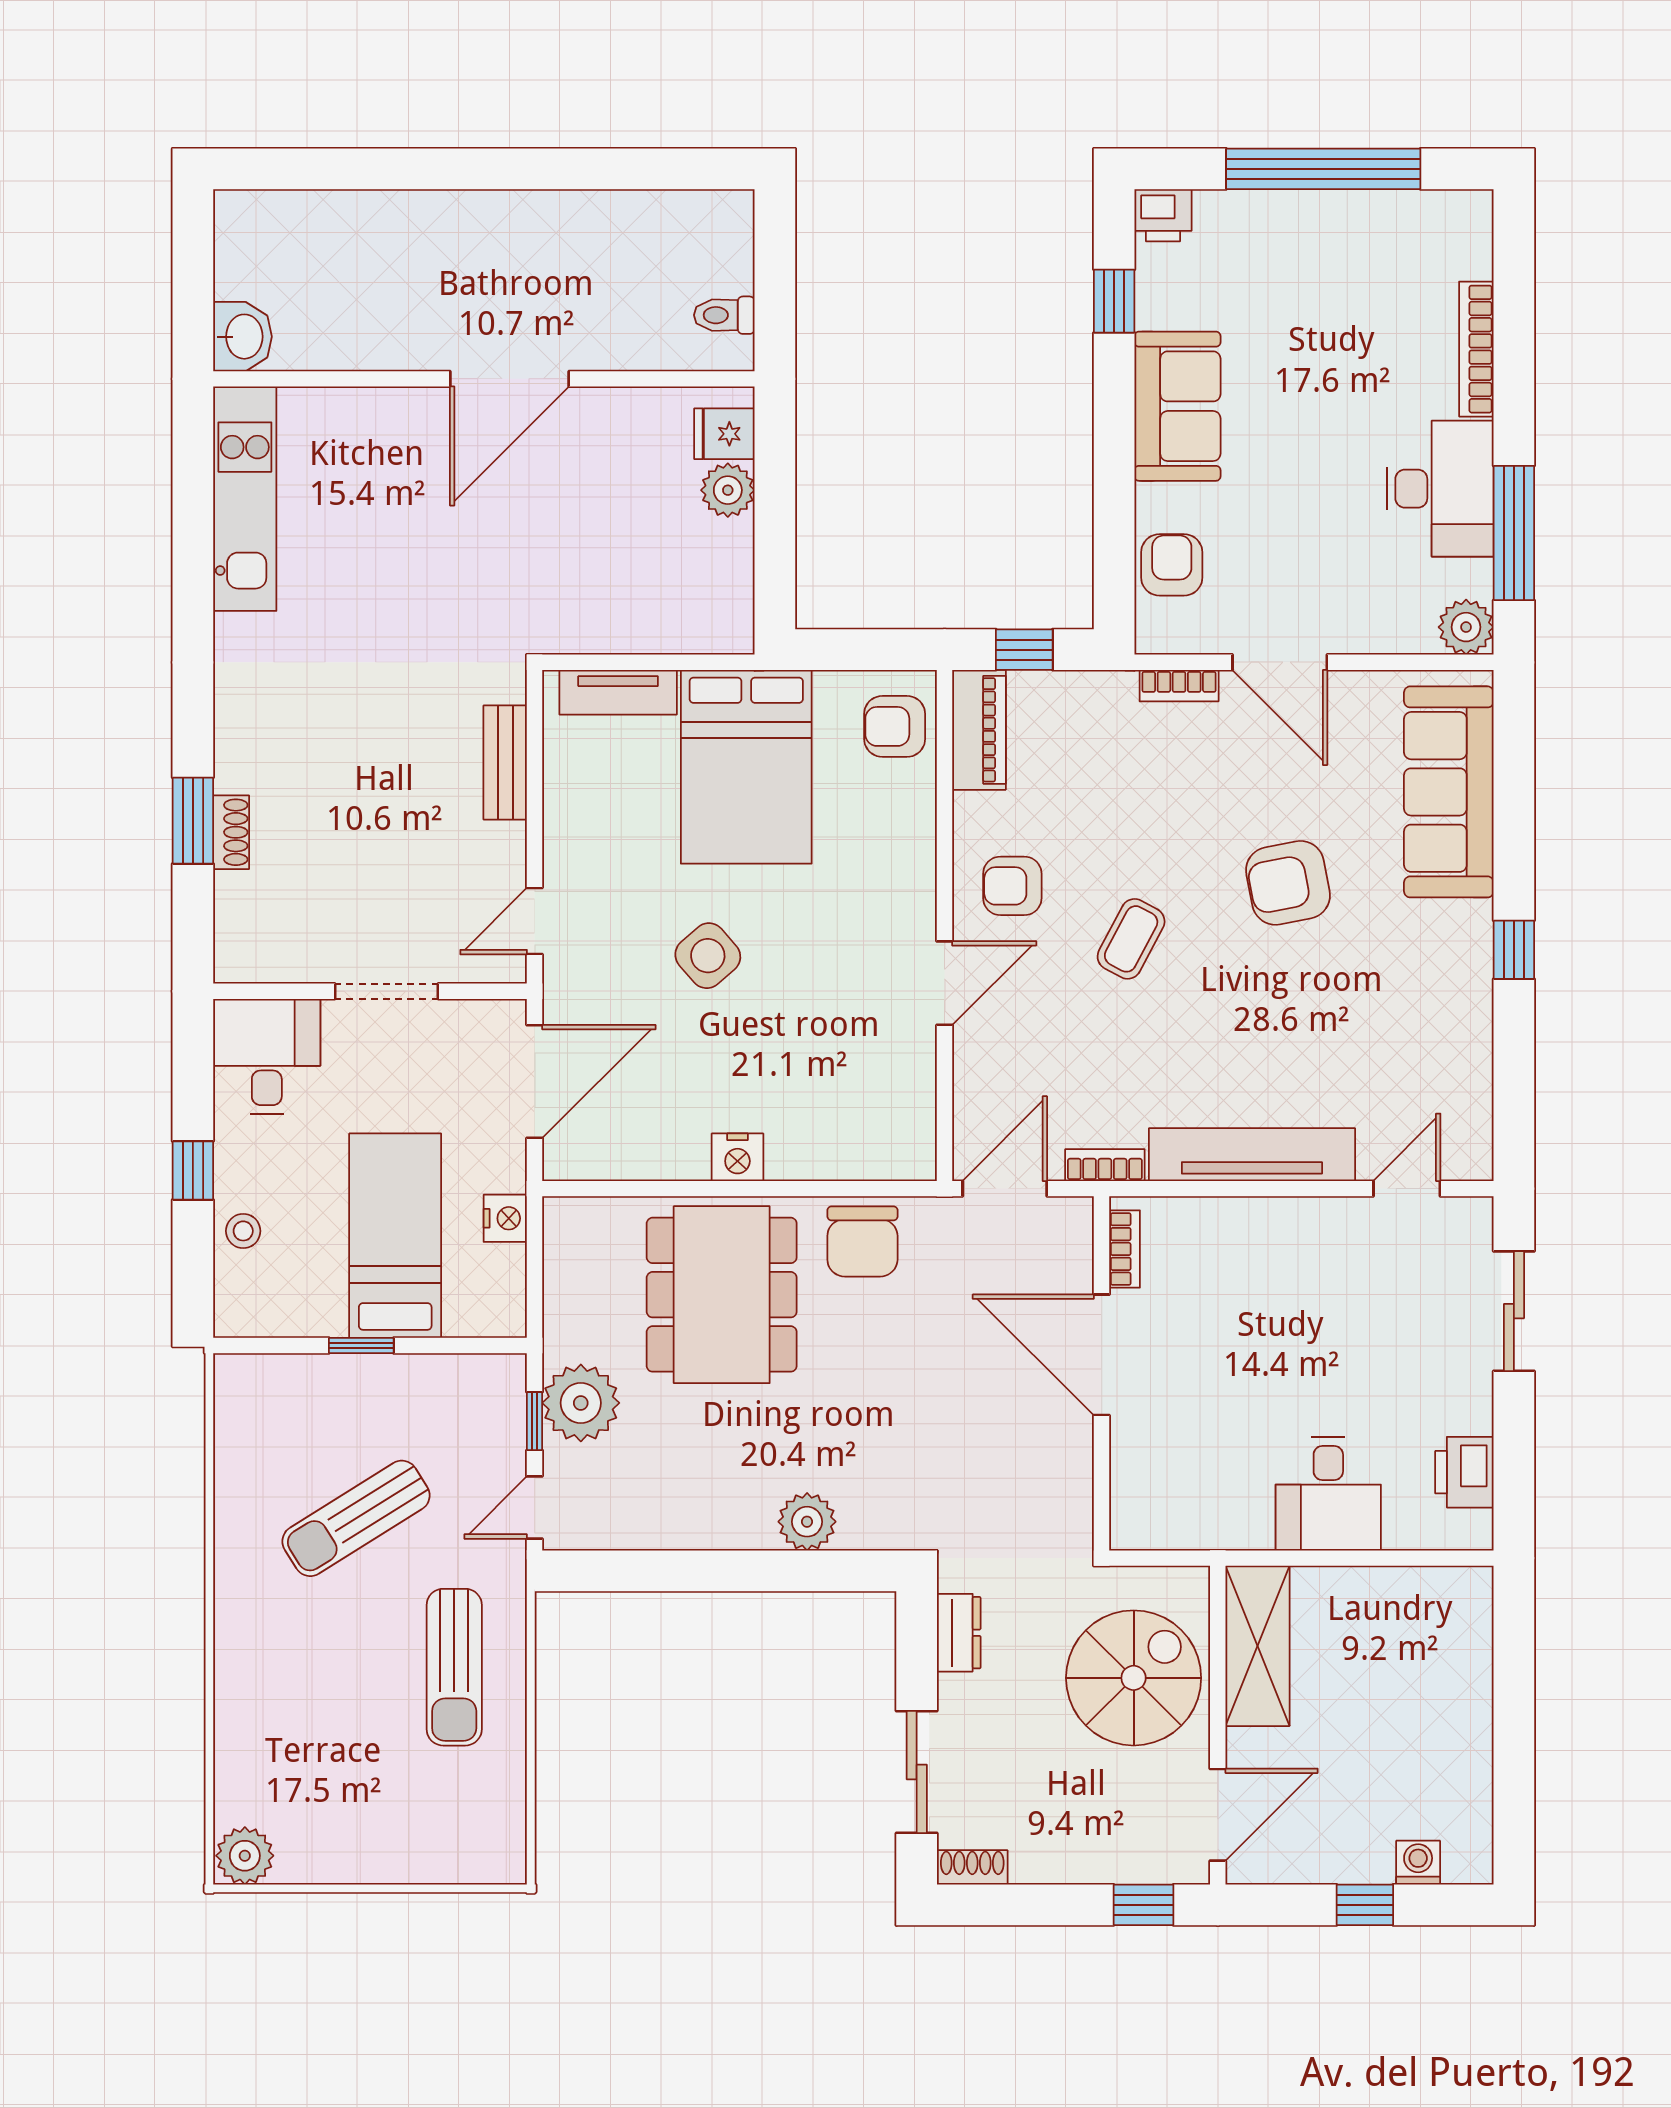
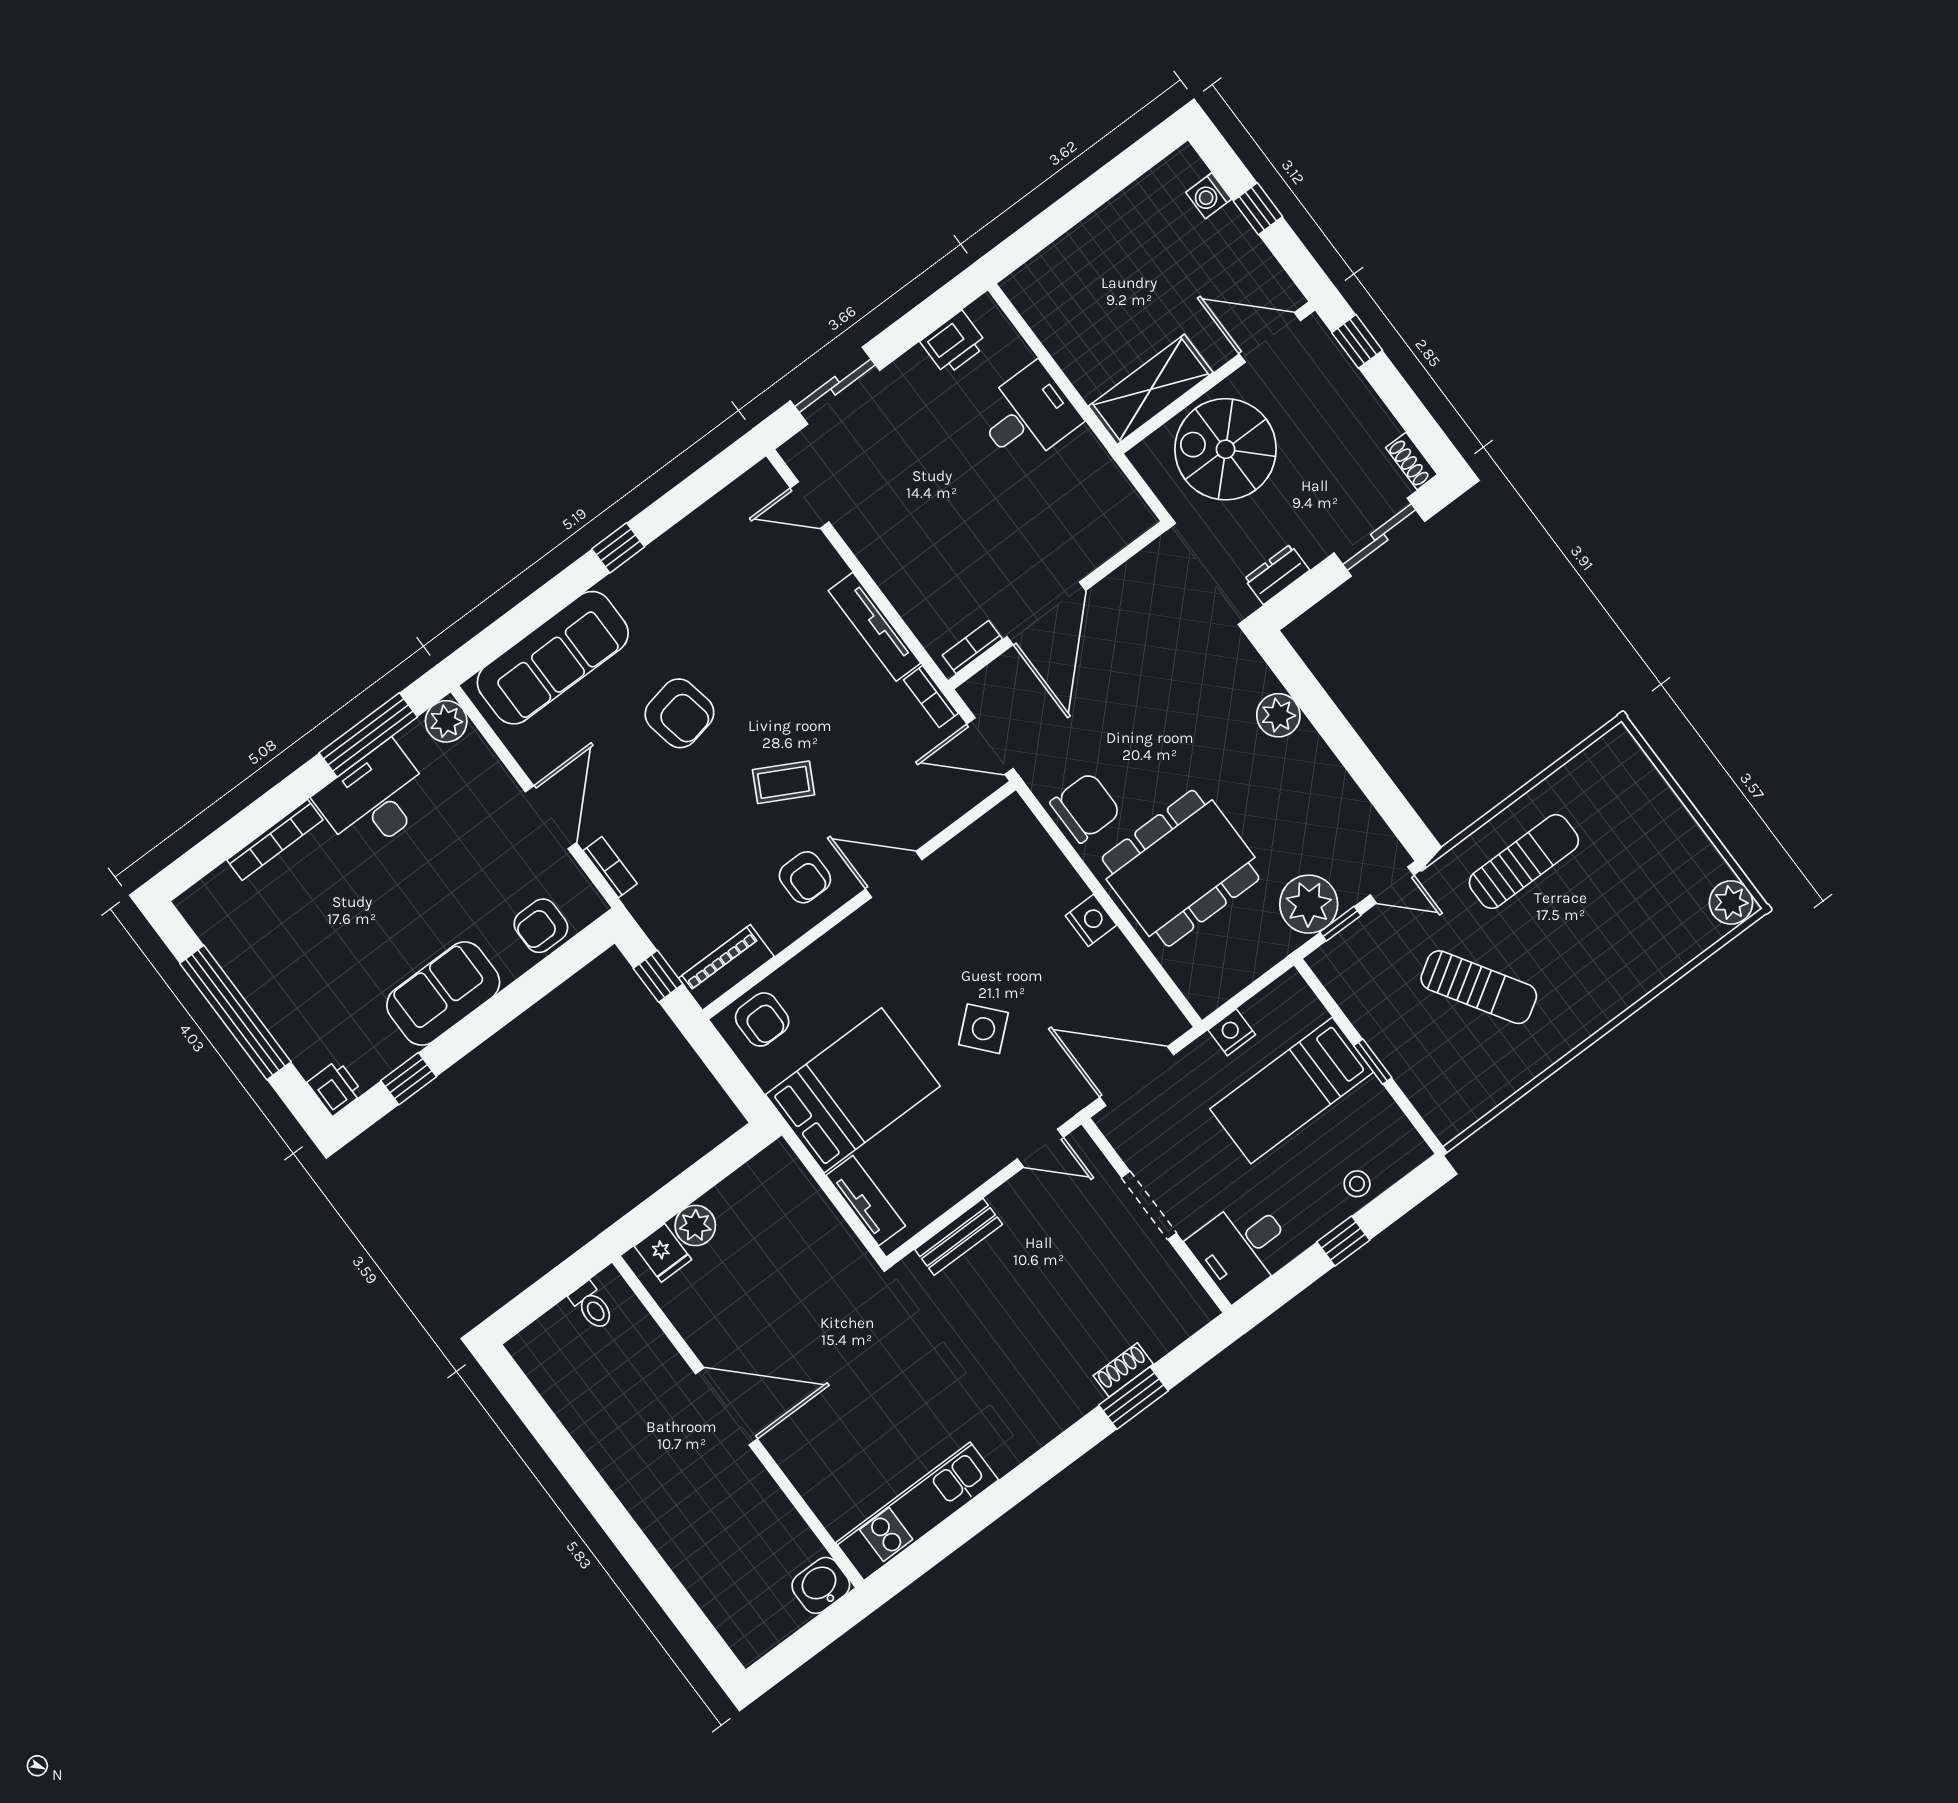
tv unit: (1252, 1155) -> (874, 627), width x0.73, depth x0.78

